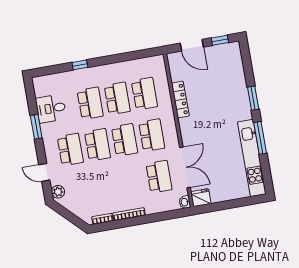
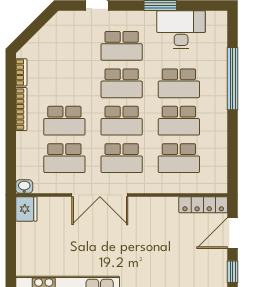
window: (80, 65) -> (233, 79), width x3.17
locker: (180, 100) -> (203, 205), moved
desk: (51, 109) -> (181, 30), width x1.37
double door: (185, 167) -> (100, 195), moved
school desk: (132, 181) -> (64, 121), added
plant: (58, 192) -> (68, 19), removed

